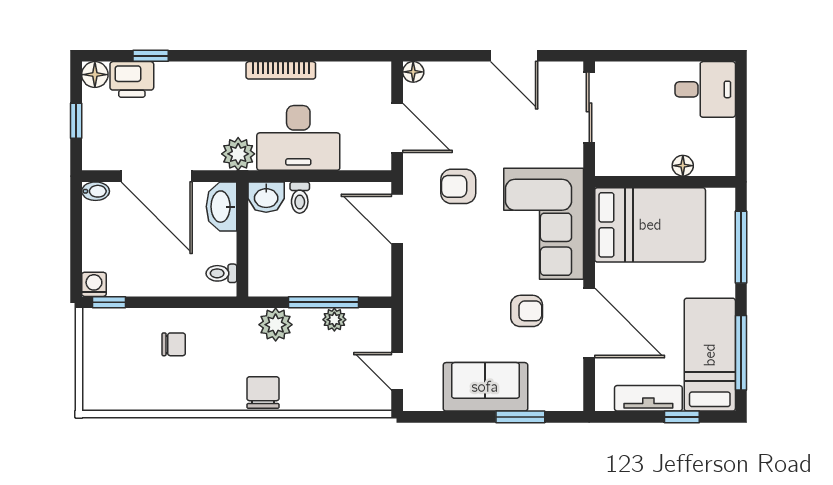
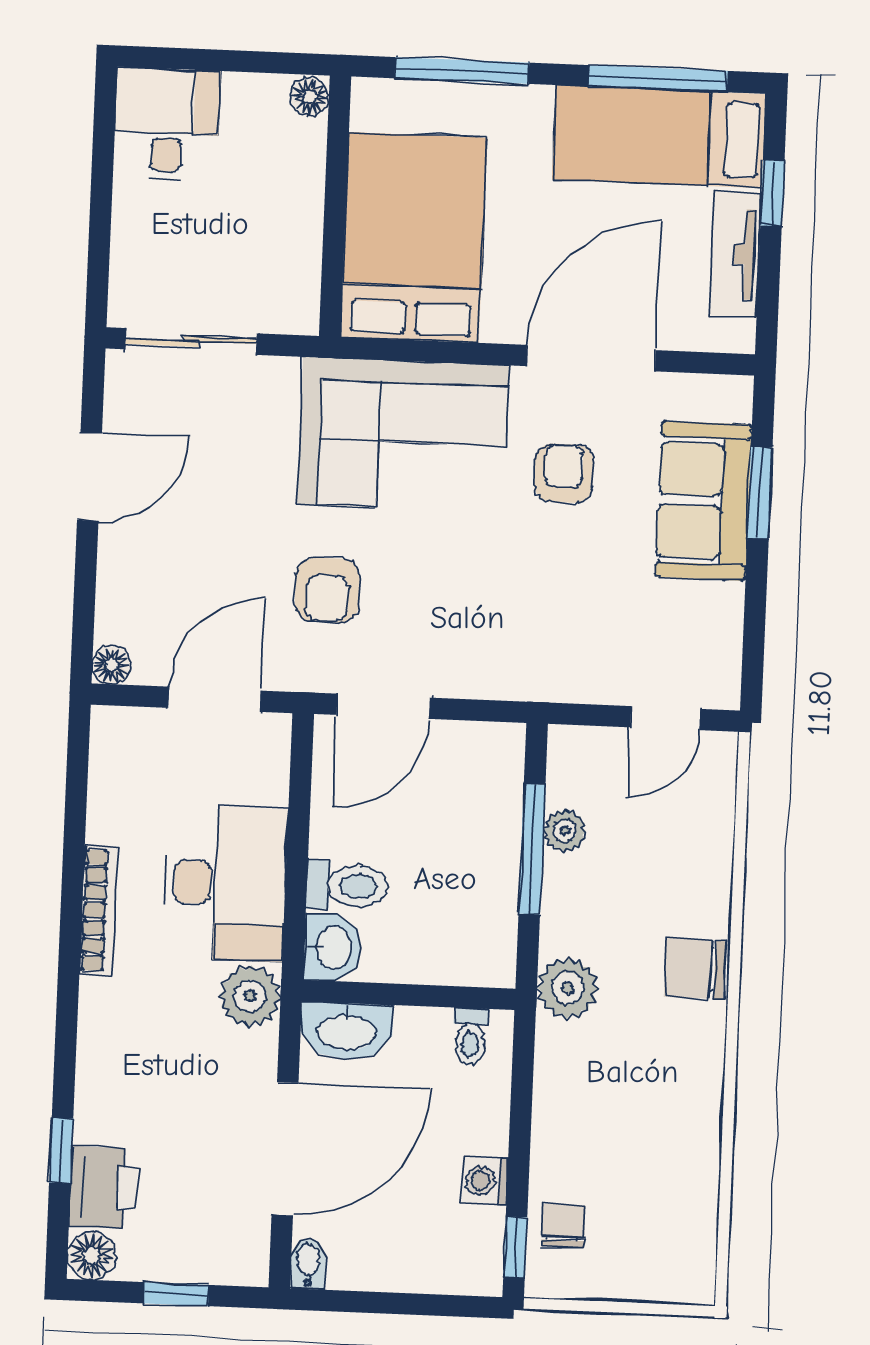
floor lamp: (683, 166) -> (310, 96), moved
toilet: (300, 198) -> (347, 886), width x1.37, depth x1.39
washing machine: (94, 284) -> (485, 1181), moved
plant: (276, 325) -> (568, 988), moved
chair: (174, 344) -> (563, 1226), moved
sofa: (485, 387) -> (704, 501), moved

